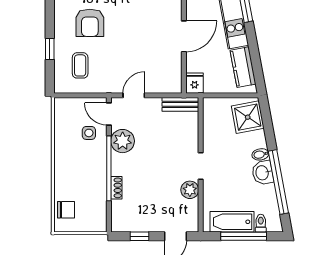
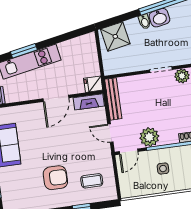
door: (184, 36) -> (56, 98), swing flipped
kitchen counter: (243, 67) -> (74, 46), removed
fireplace: (174, 75) -> (89, 102), added
bench: (180, 104) -> (113, 99), width x1.36
side table: (89, 133) -> (163, 169), moved

